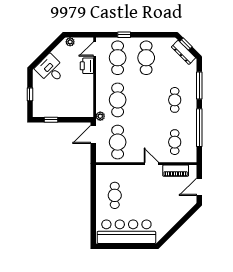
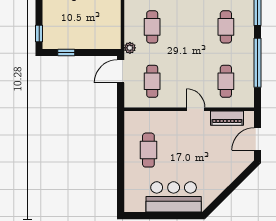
window: (30, 94) -> (39, 33), moved
cafe table: (118, 100) -> (152, 27), width x0.73, depth x0.74
cafe table: (118, 142) -> (152, 81), width x0.73, depth x0.74
bar counter: (126, 232) -> (174, 197), width x0.73

